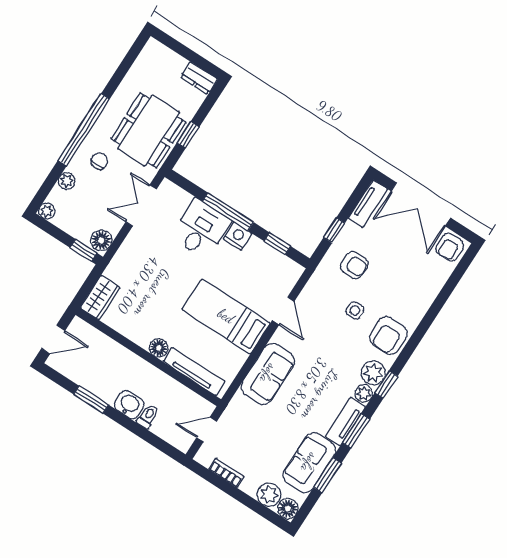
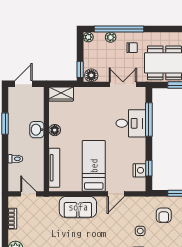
window: (84, 130) -> (119, 29), moved
window: (228, 212) -> (149, 120), moved
nightstand: (238, 236) -> (139, 170), moved
door: (53, 340) -> (23, 84), swing flipped
floor lamp: (159, 348) -> (55, 130), moved
washbasin: (129, 405) -> (37, 130), moved, turned 180

